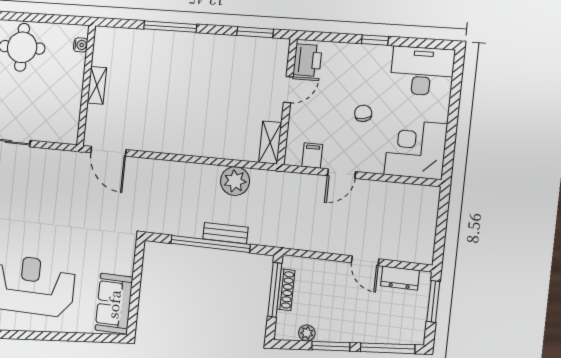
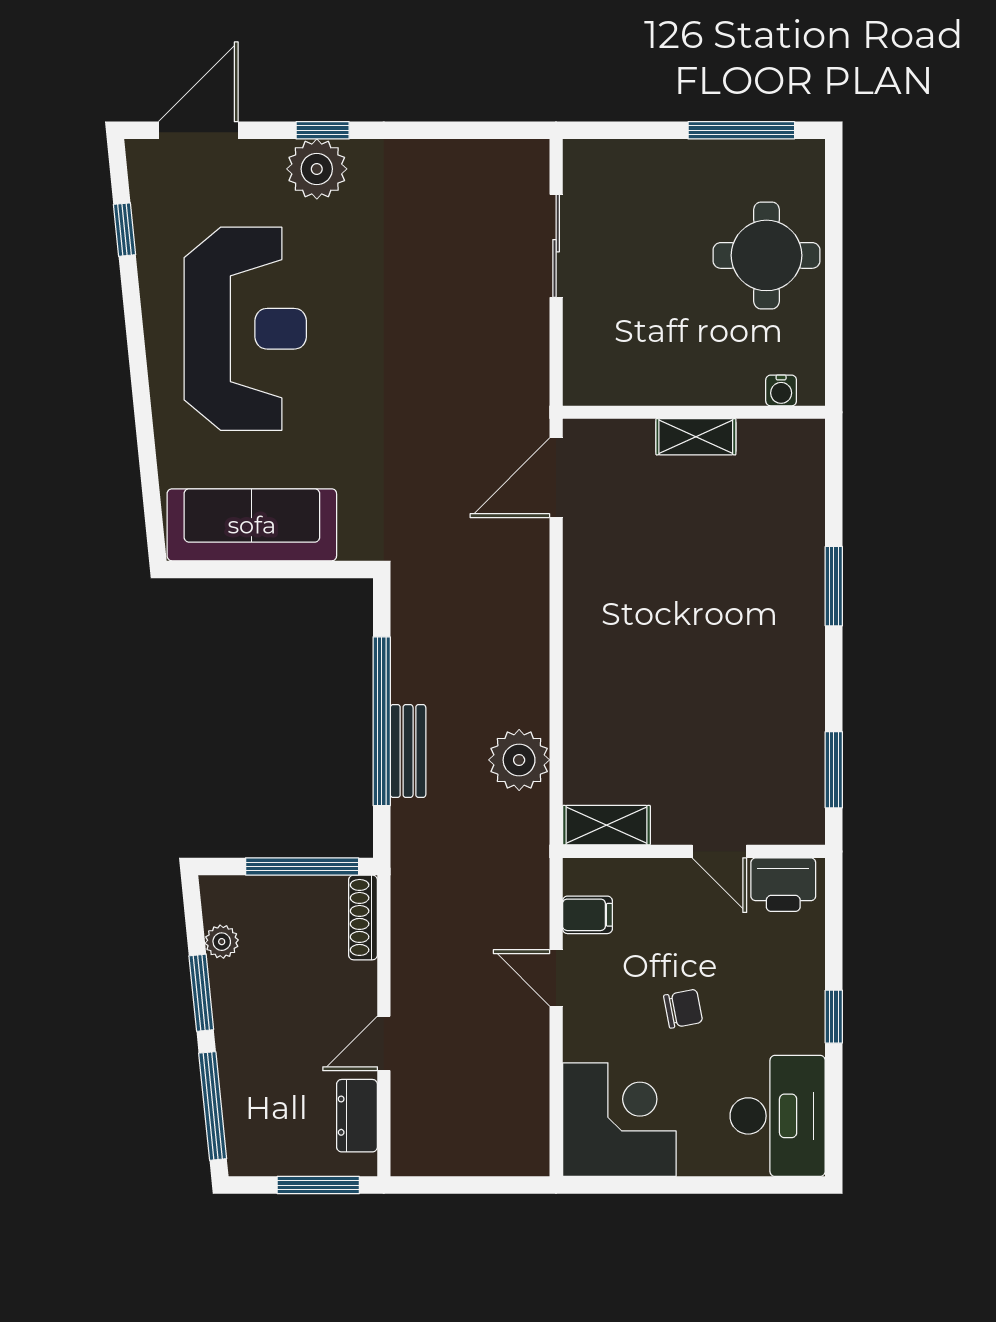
window: (170, 27) -> (834, 586), width x0.69
shoe rack: (286, 290) -> (363, 917), moved, turned 90
sofa: (114, 304) -> (252, 525), width x1.36

